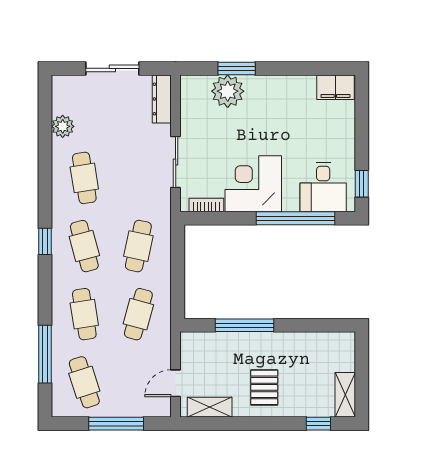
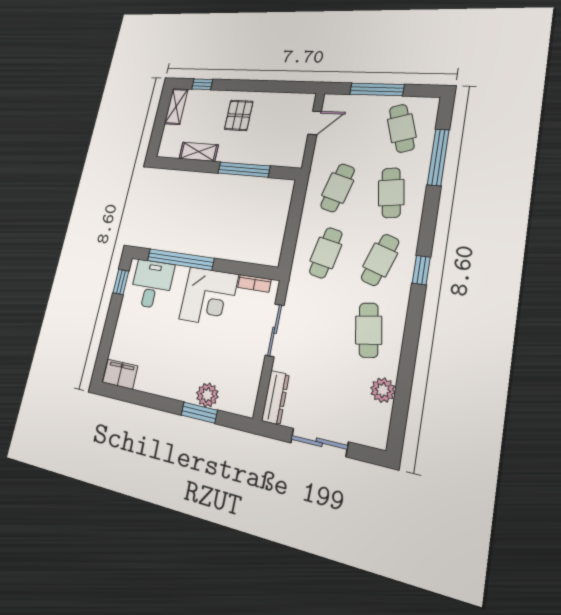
plant: (228, 91) -> (207, 395), width x0.73, depth x0.73
cafe table: (84, 246) -> (380, 260), turned 33
shelving: (210, 407) -> (199, 152), moved

